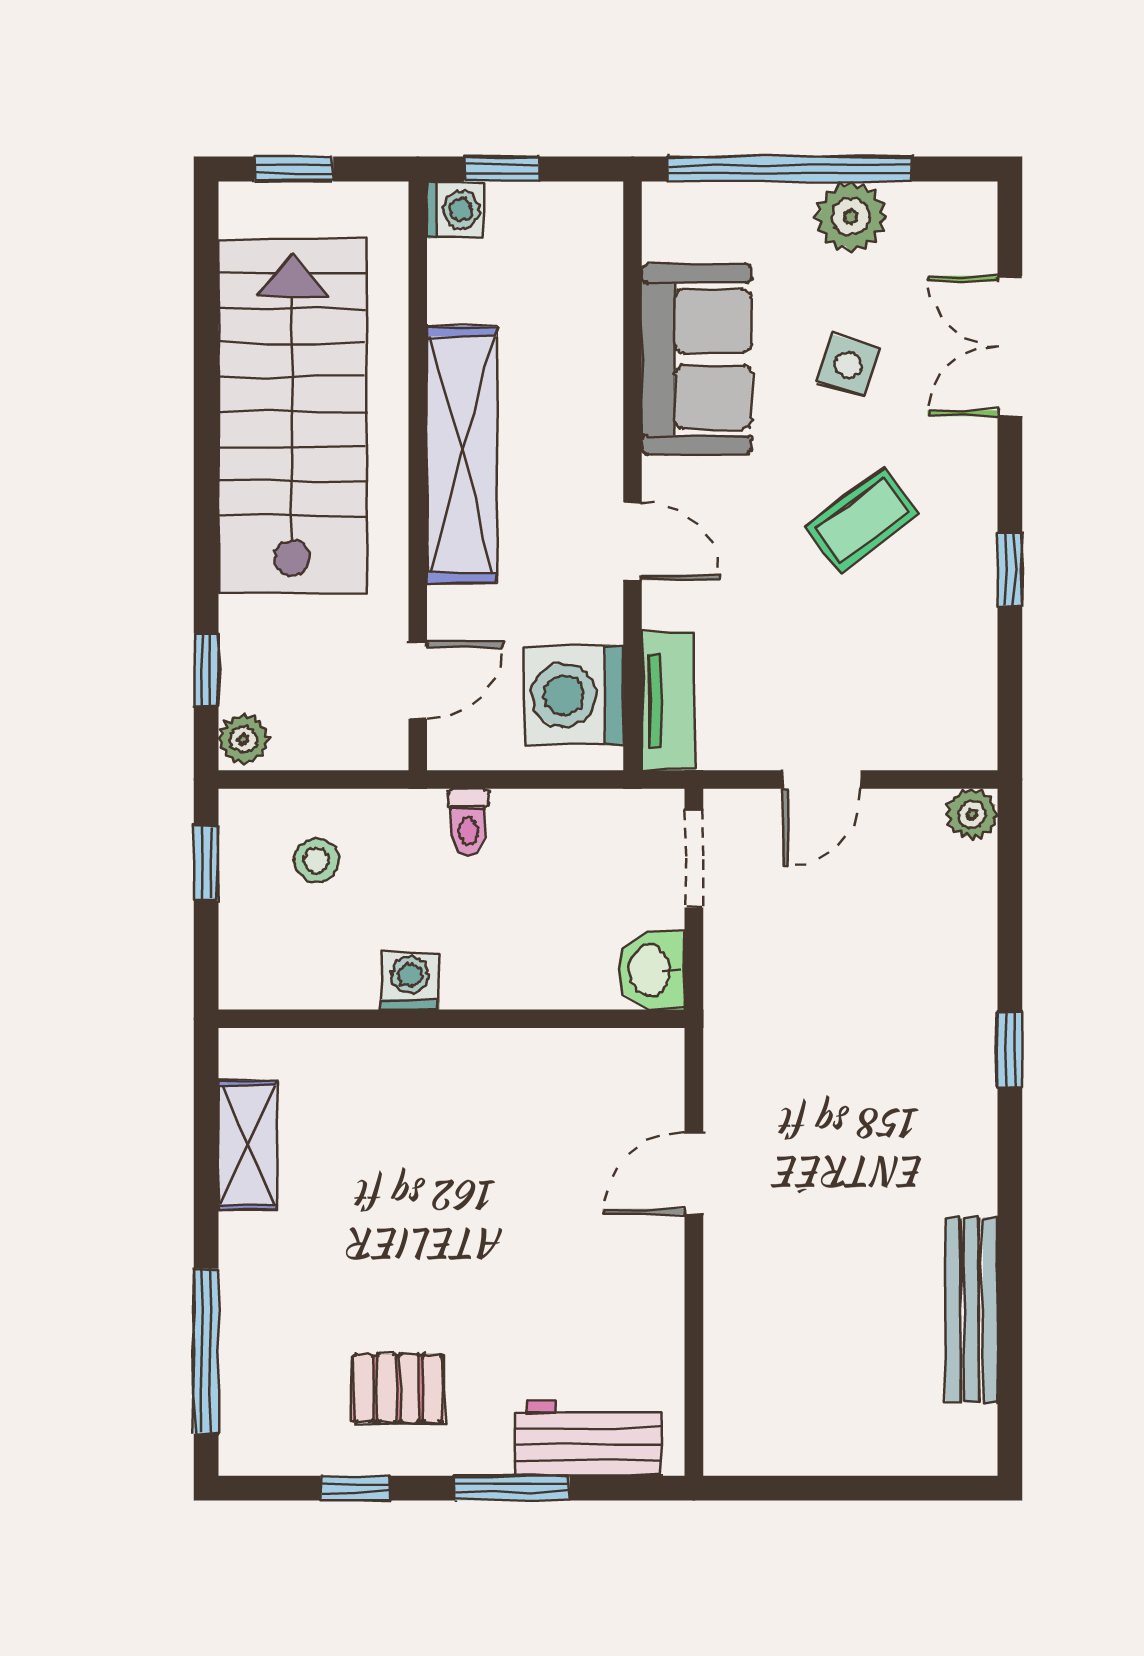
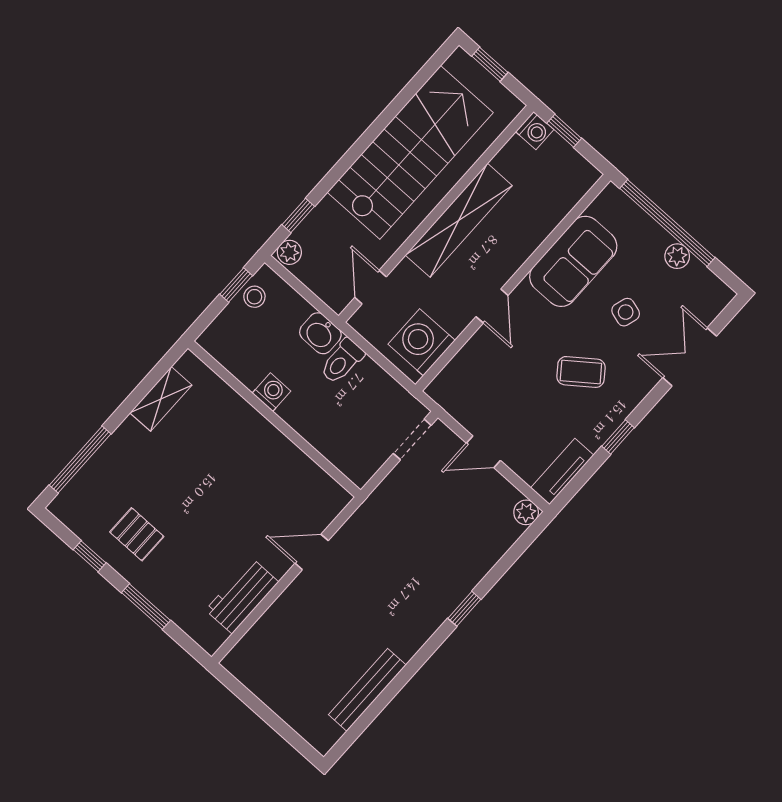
plant: (851, 217) -> (677, 256), width x0.73, depth x0.73
door: (418, 680) -> (371, 287), swing flipped
tv unit: (668, 701) -> (562, 471), moved, turned 180
toilet: (469, 822) -> (342, 361), width x1.37, depth x1.39
stool: (316, 860) -> (254, 297), moved
washbasin: (652, 970) -> (320, 333), moved, turned -90
workbench: (588, 1438) -> (242, 596), moved, turned -90

